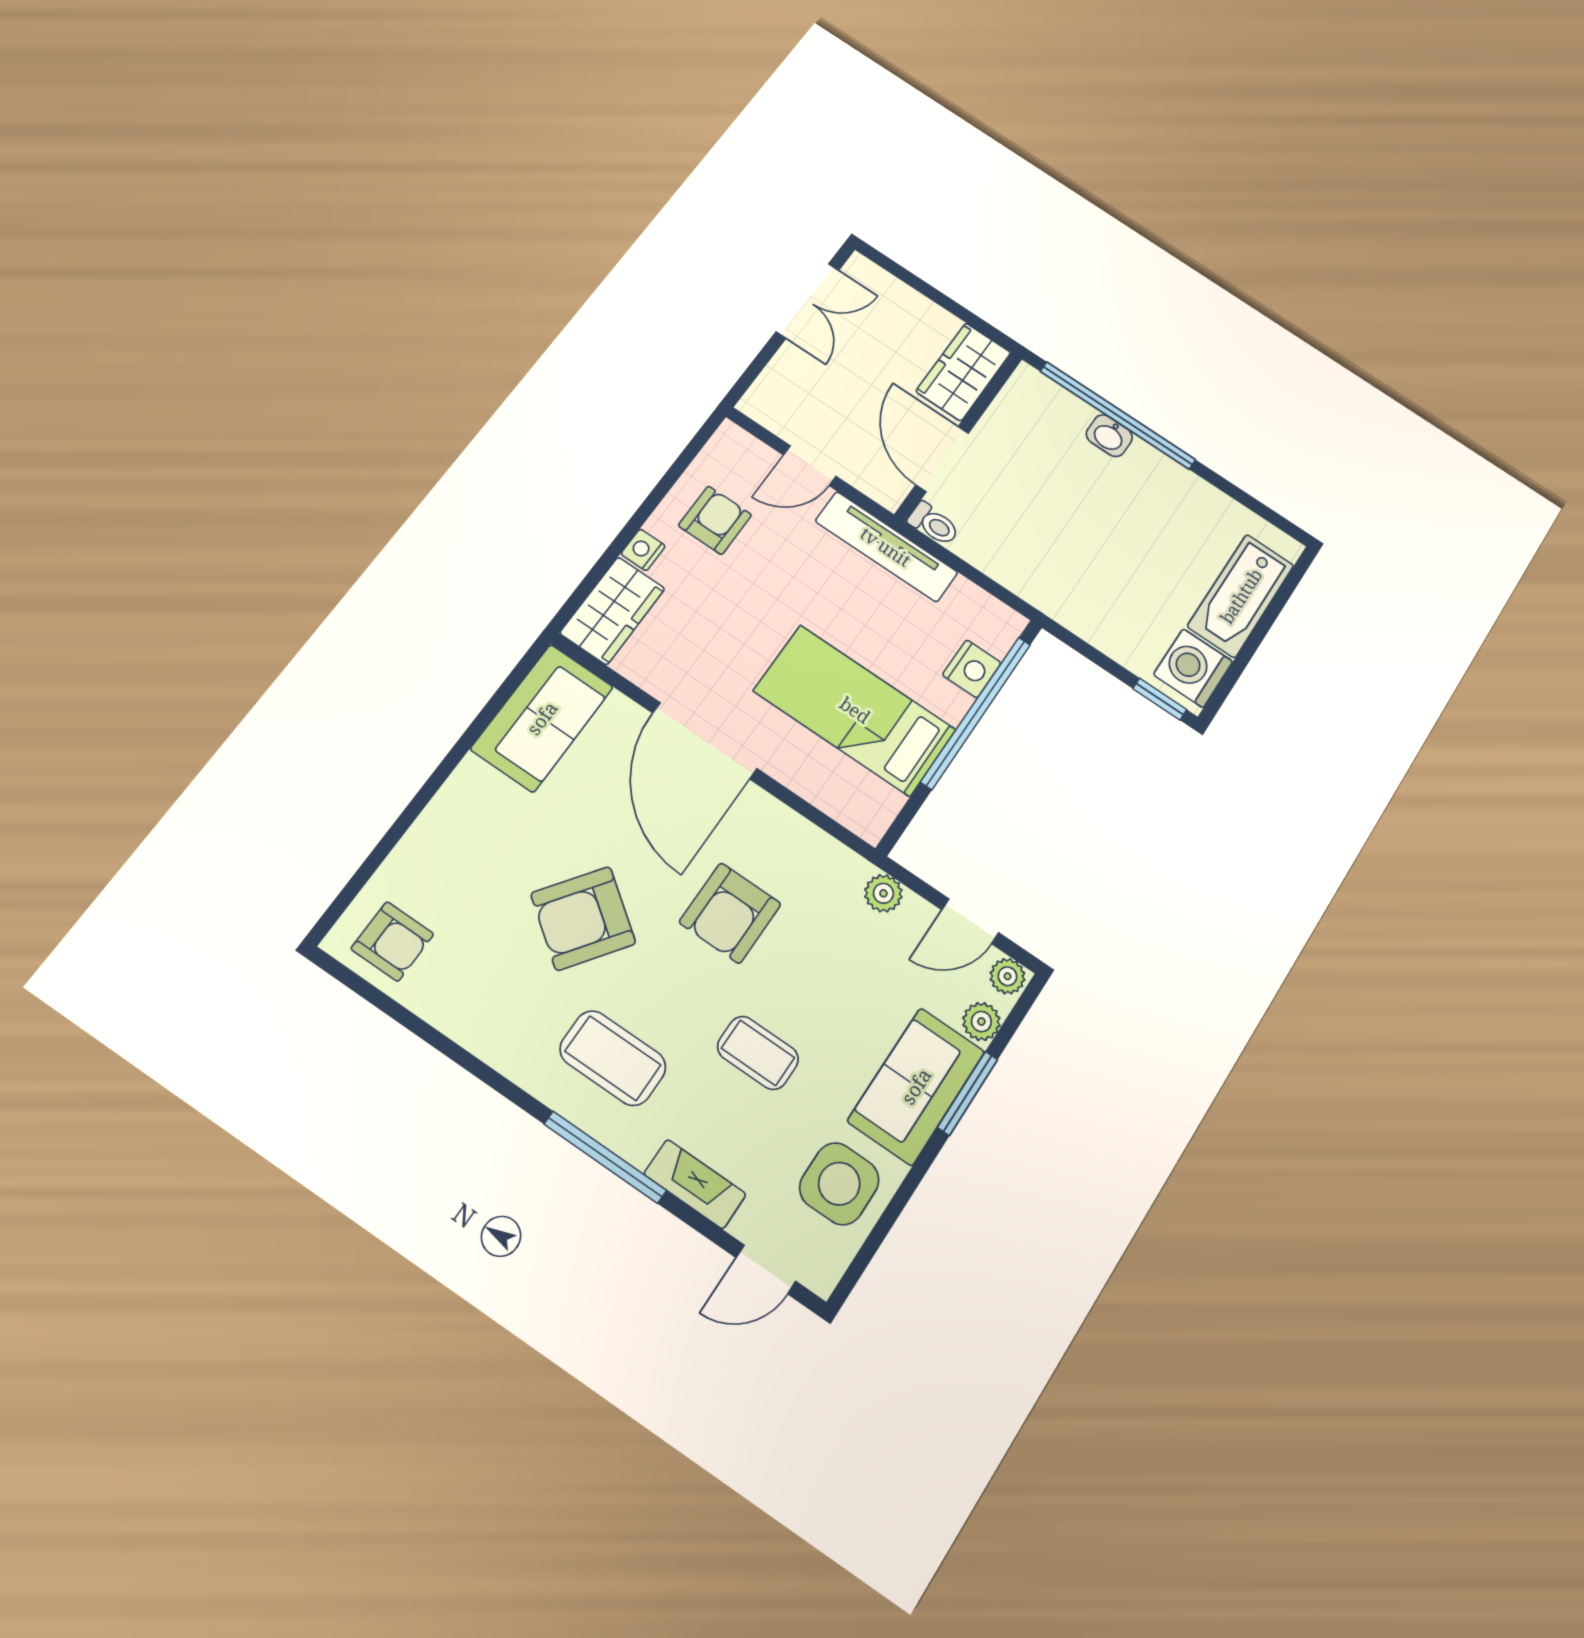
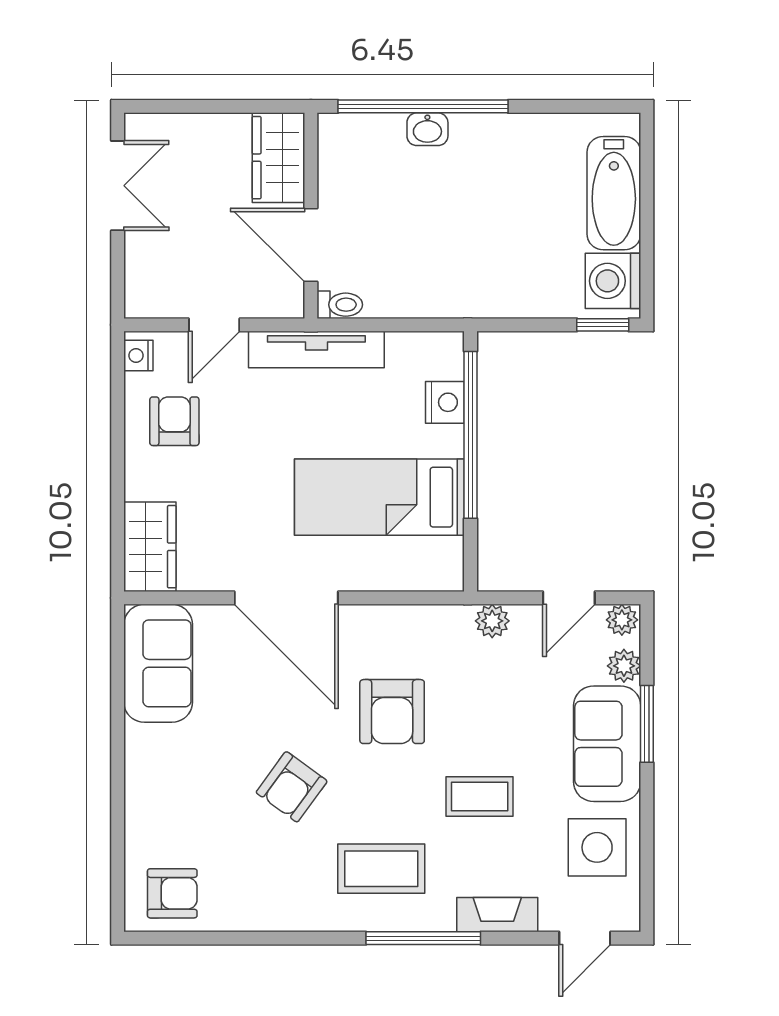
nightstand: (643, 550) -> (138, 356), moved
armchair: (583, 918) -> (292, 787), width x0.72, depth x0.72

